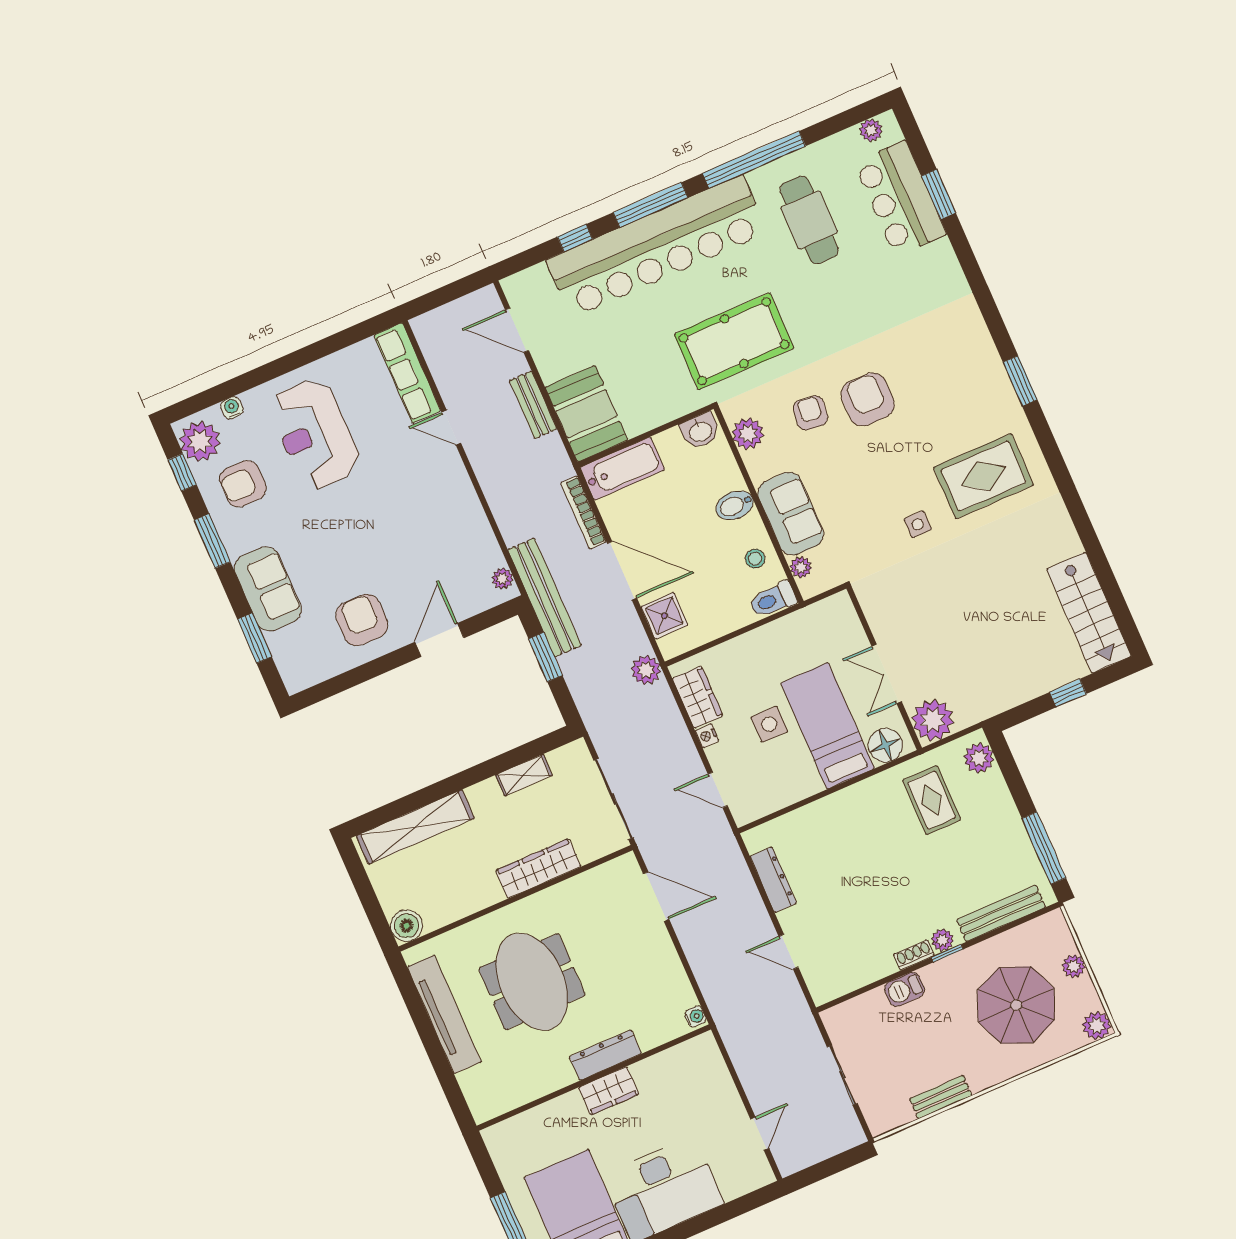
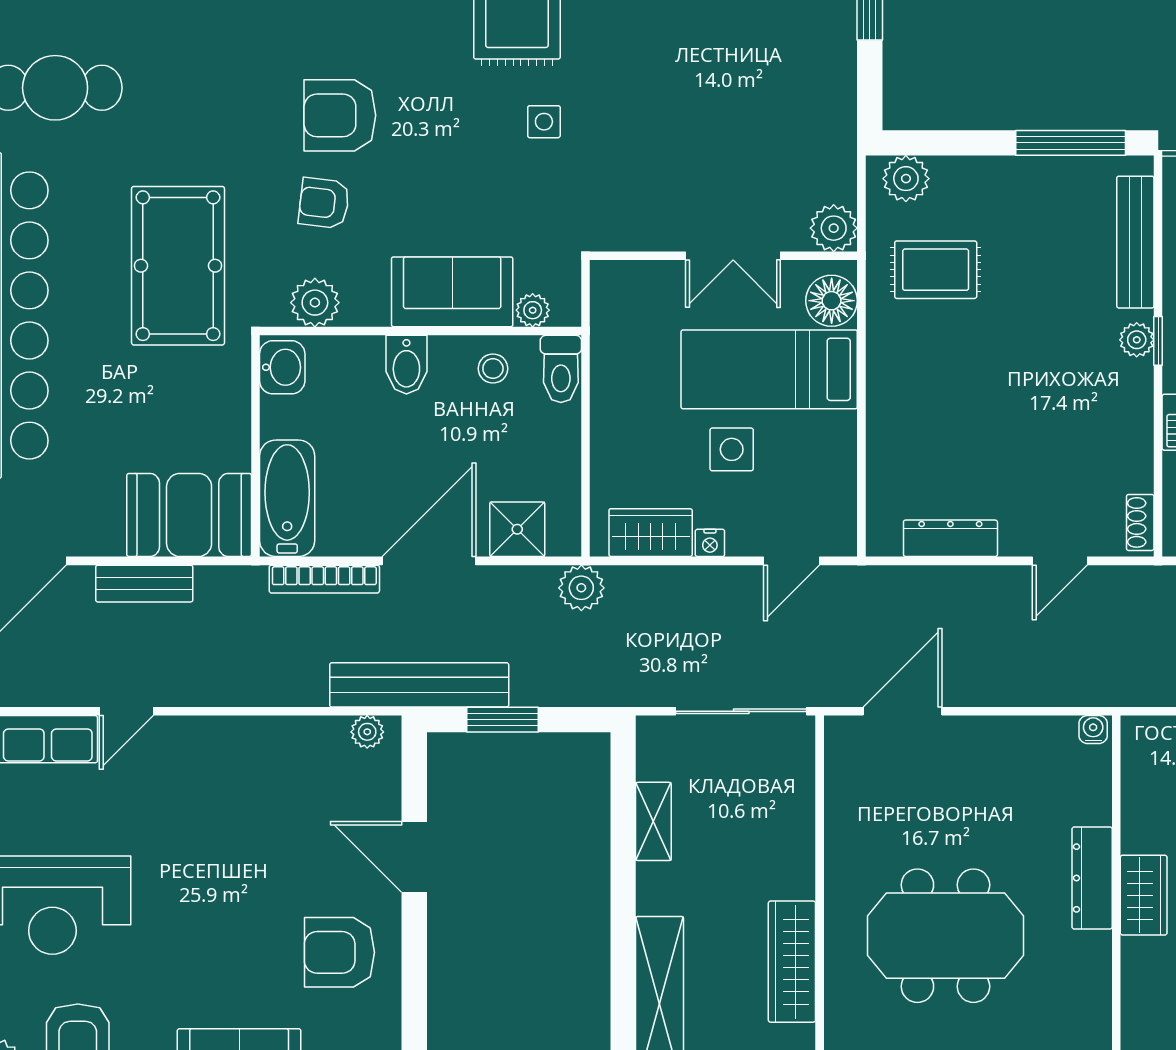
plant: (933, 720) -> (834, 228), width x0.73, depth x0.73
wardrobe: (538, 869) -> (792, 962), moved
shoe rack: (914, 955) -> (1140, 522), moved

